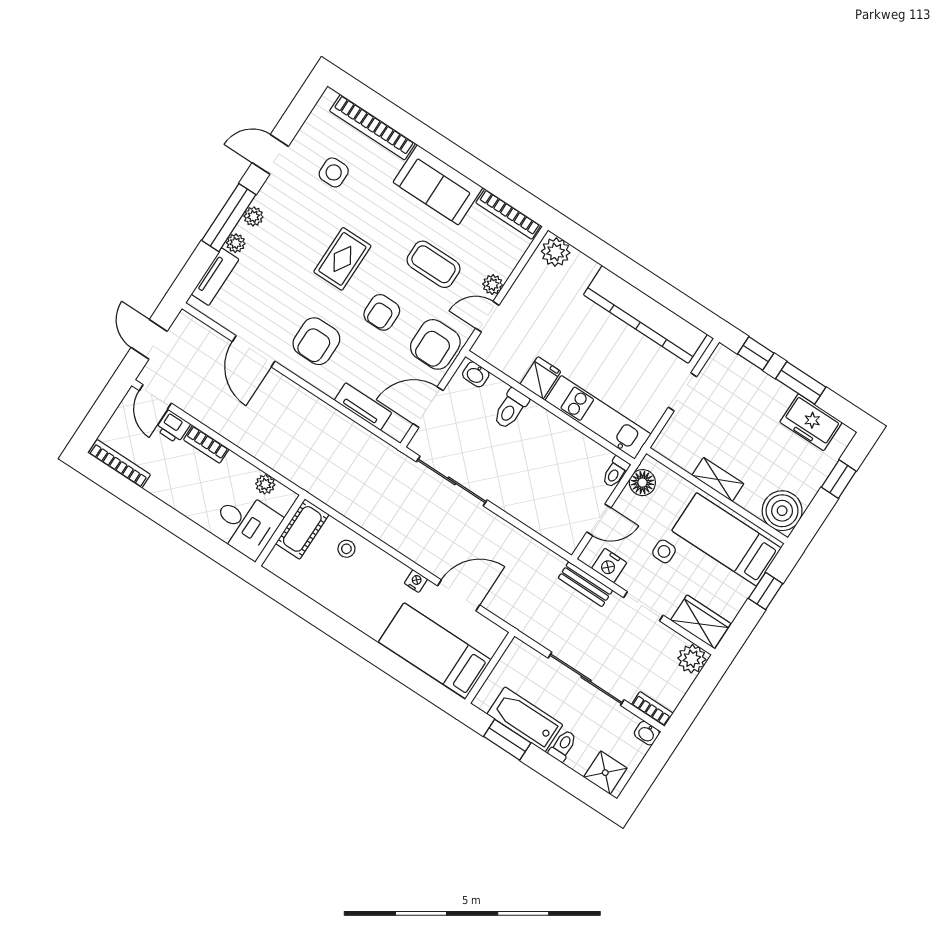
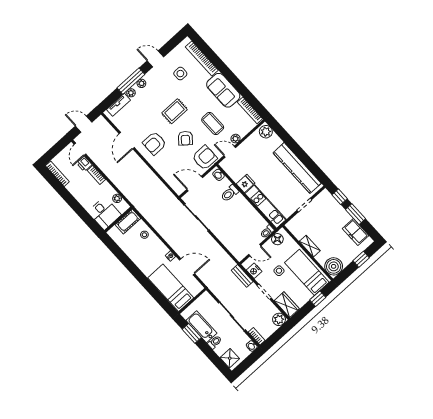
armchair: (382, 312) -> (185, 138), turned -50
door: (149, 339) -> (84, 124), hinge flipped
armchair: (435, 344) -> (205, 158), turned 180
tv unit: (363, 407) -> (167, 176), removed

